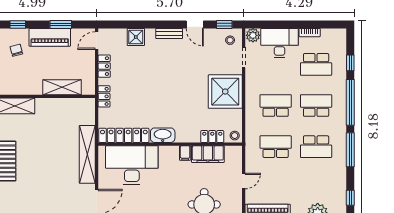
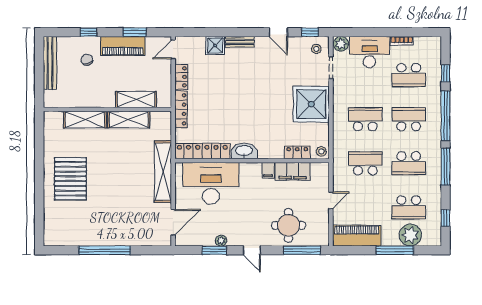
bench: (169, 33) -> (240, 42), moved
locker: (104, 96) -> (181, 109), width x1.53
shelving: (55, 106) -> (129, 120), added
school desk: (316, 188) -> (409, 207), added

